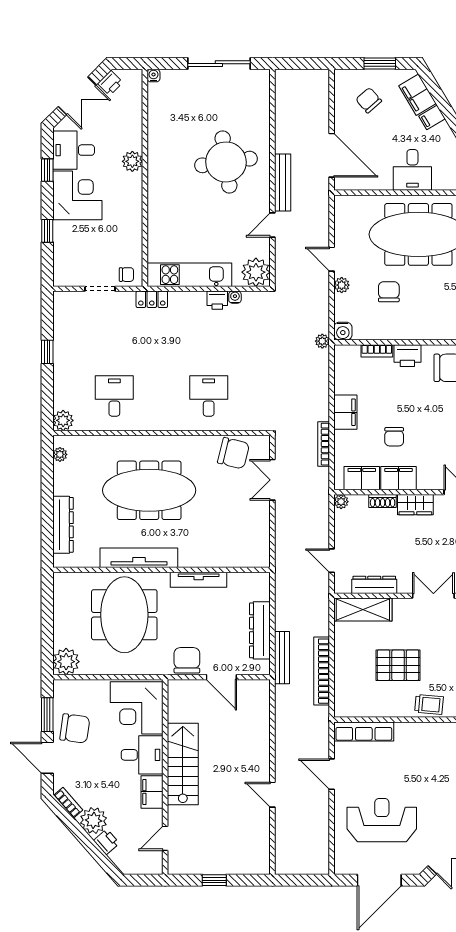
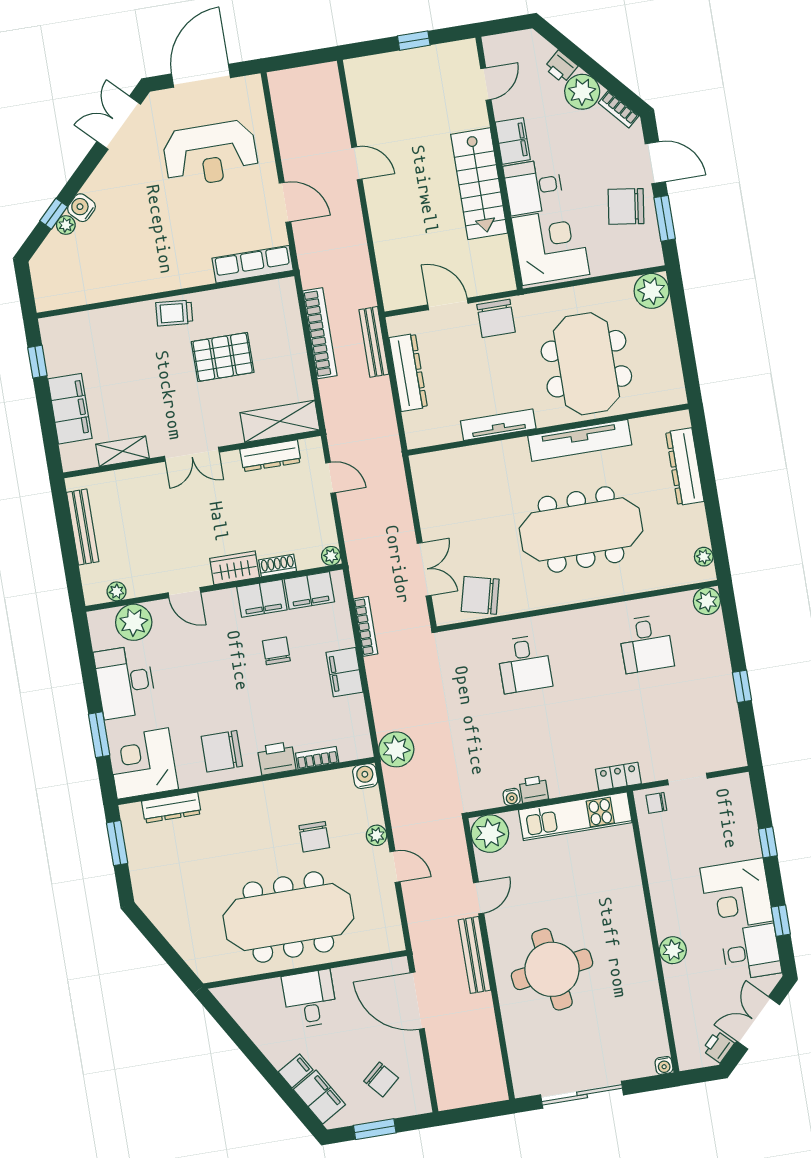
plant: (322, 341) -> (396, 749), width x1.87, depth x1.87

